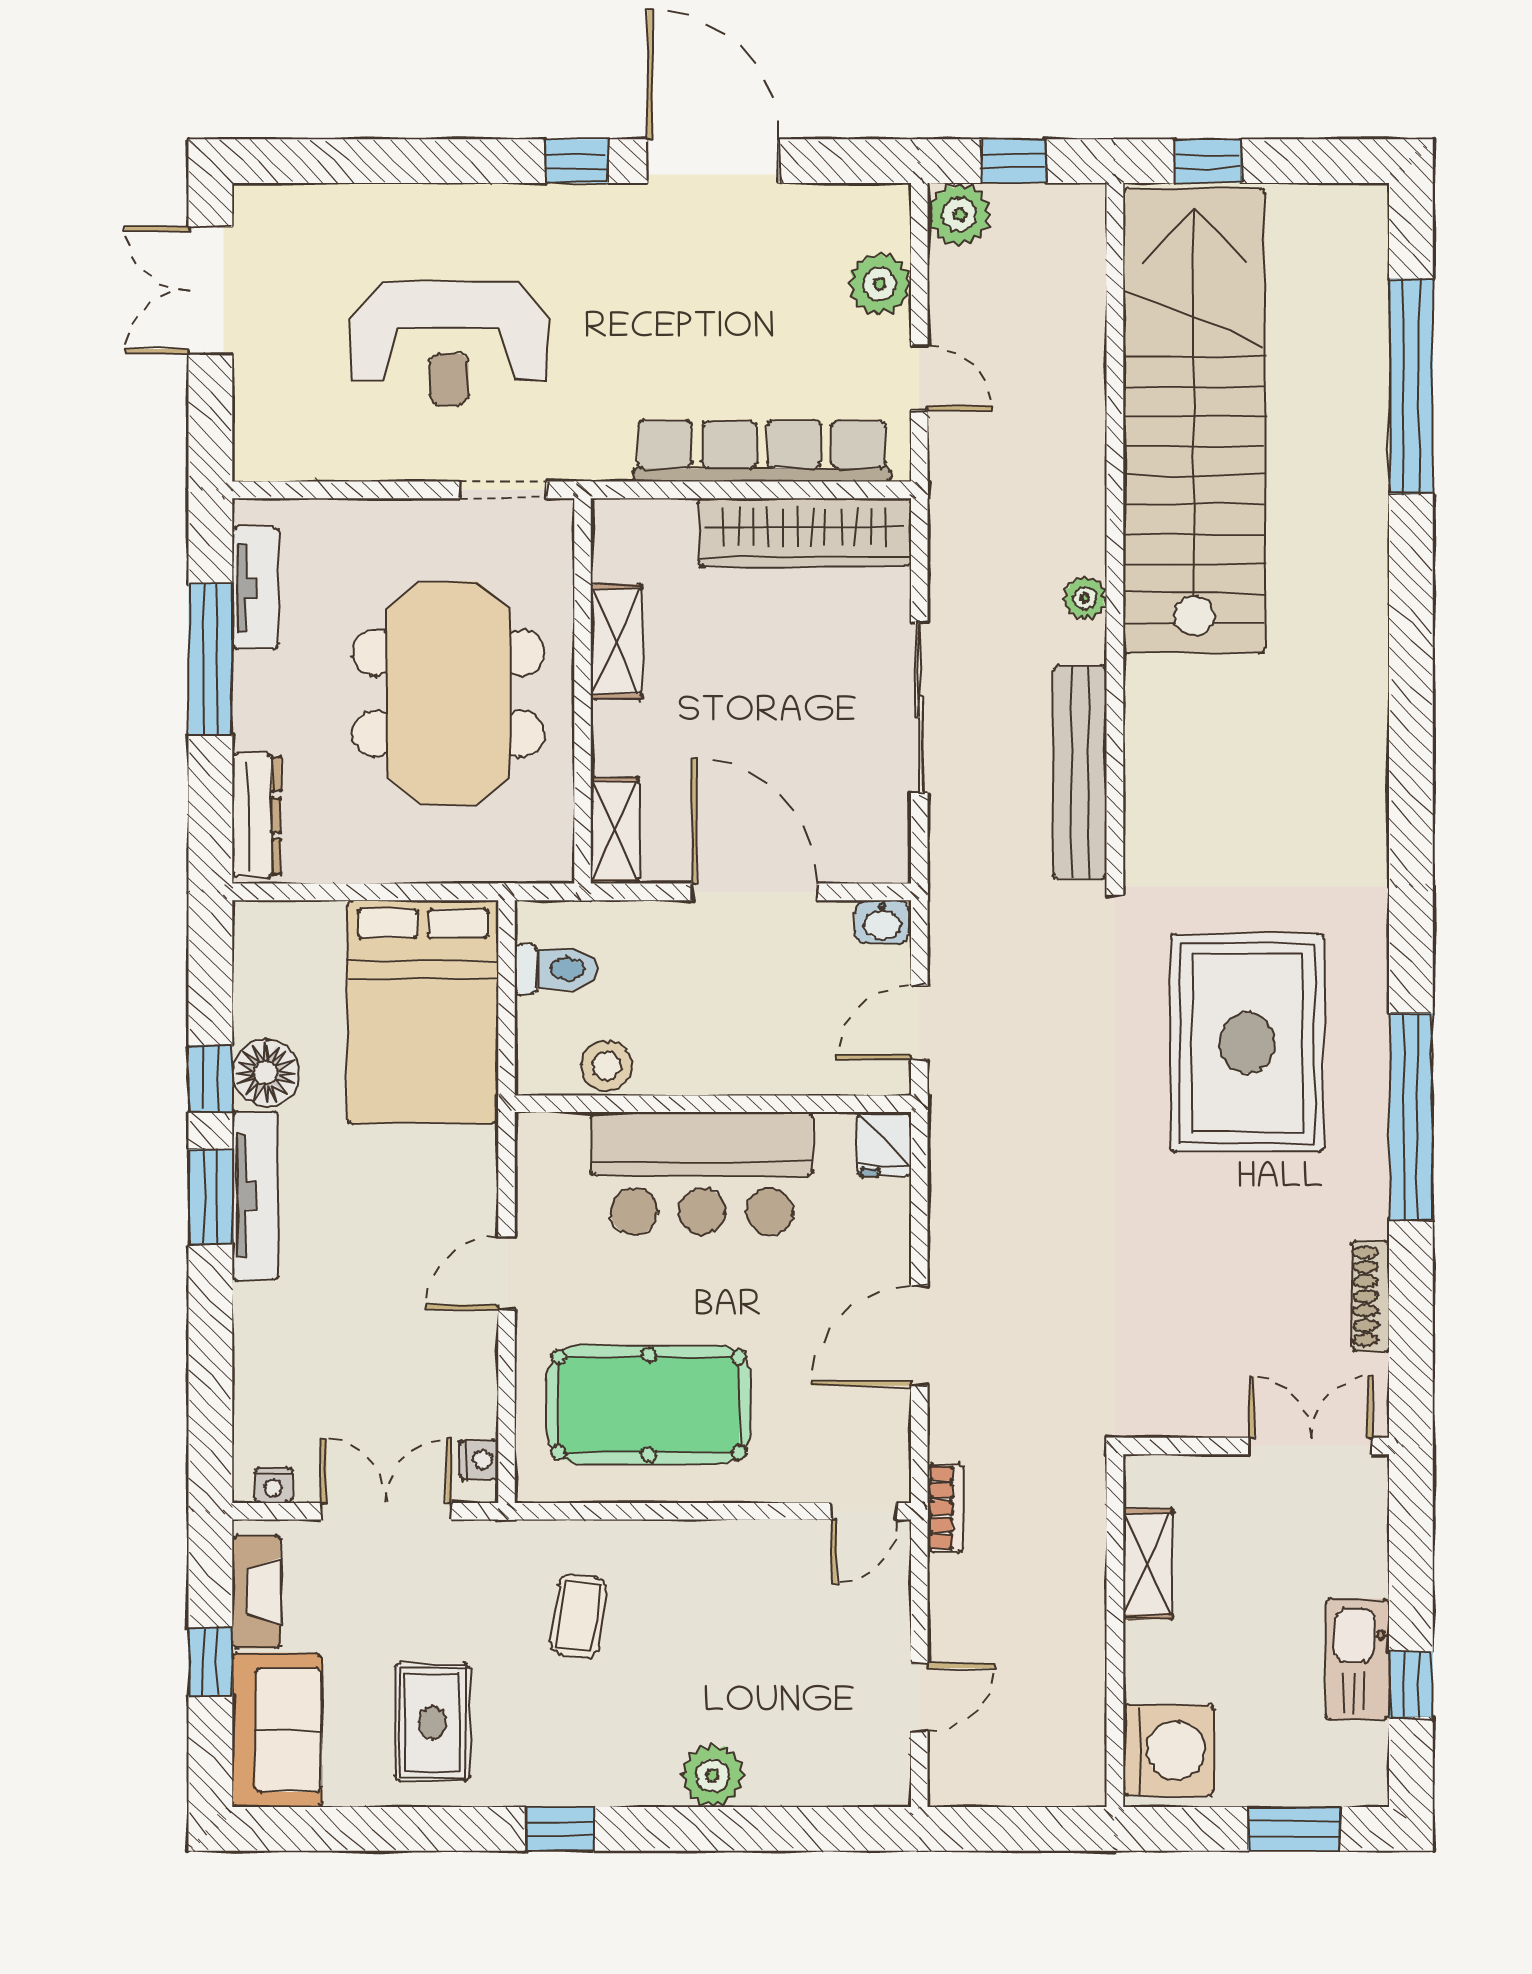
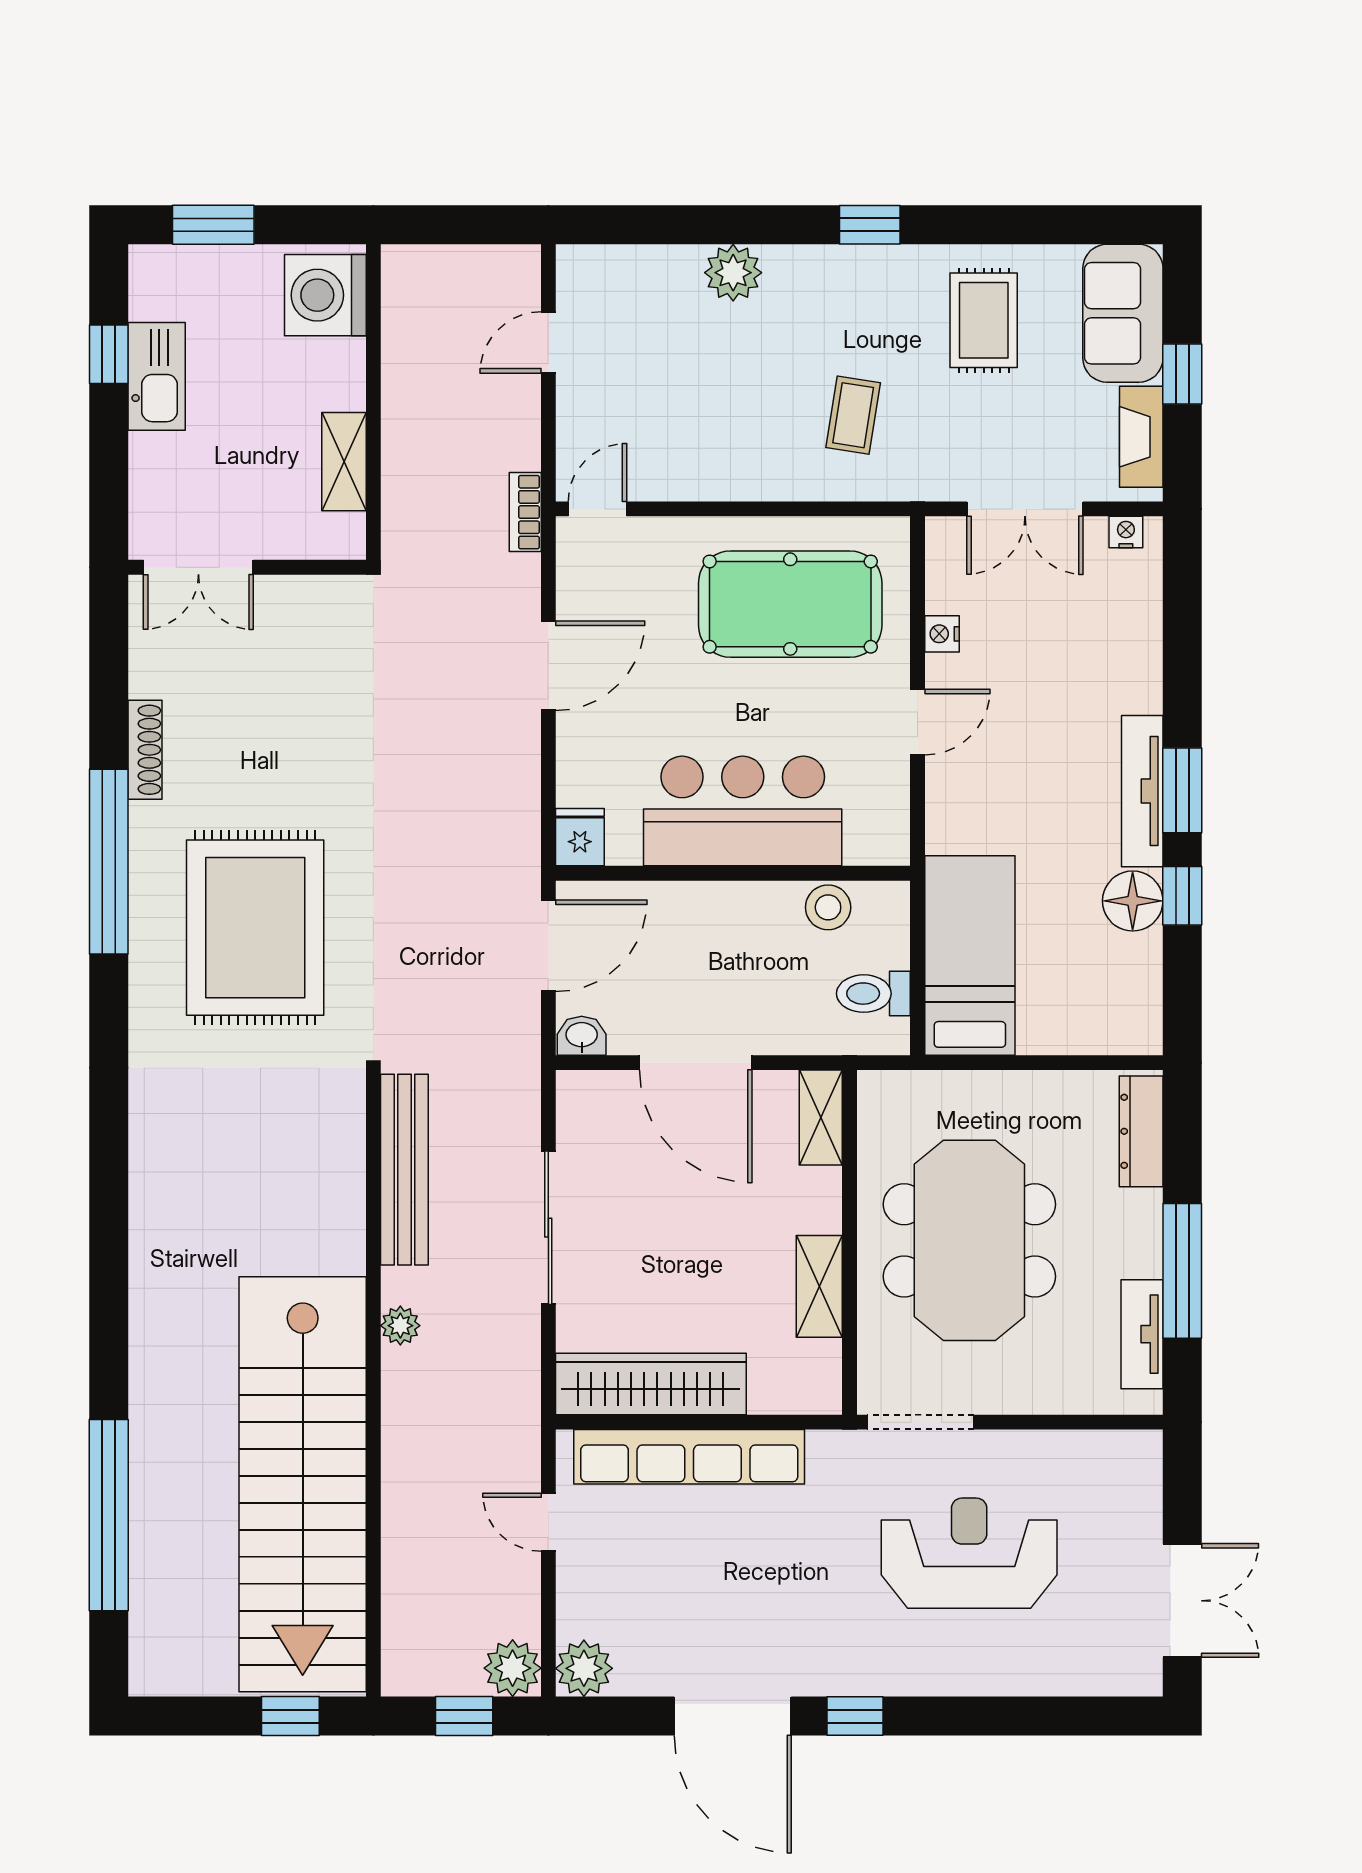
plant: (879, 284) -> (584, 1668), moved
doorway: (503, 490) -> (921, 1422), width x1.38
bed: (423, 1012) -> (970, 956), width x0.67
door: (919, 1023) -> (548, 946), width x1.37
shoe rack: (1370, 1296) -> (145, 750), moved
nightstand: (479, 1460) -> (942, 634), moved

